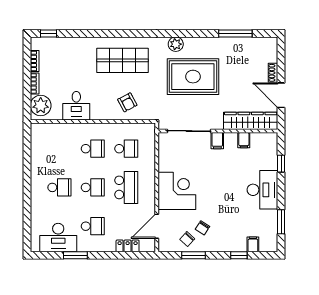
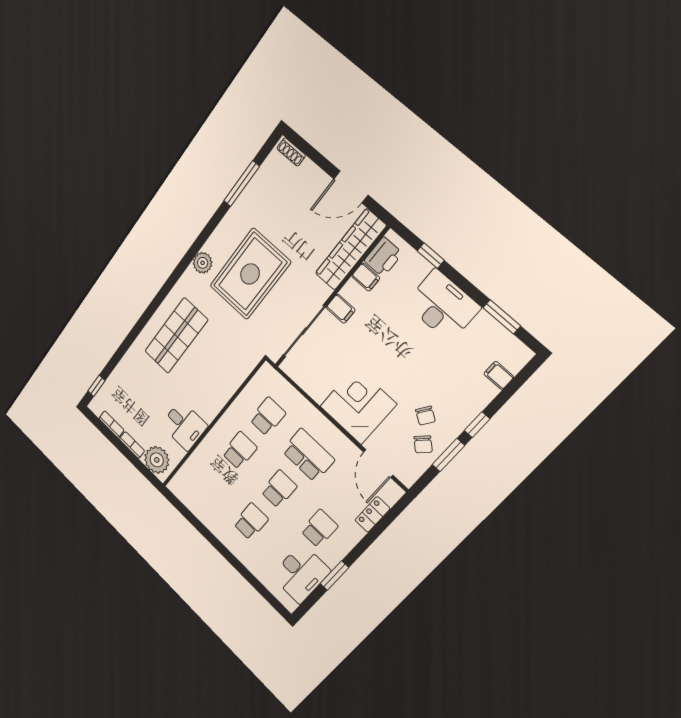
shoe rack: (273, 73) -> (291, 152), moved
armchair: (127, 102) -> (221, 370), removed
printer: (261, 141) -> (383, 257), added
window: (239, 255) -> (477, 425), moved

